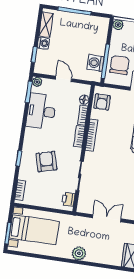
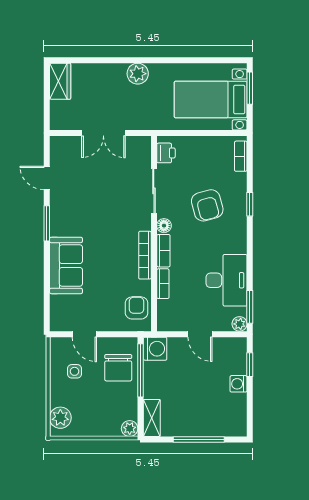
shelving: (46, 25) -> (152, 418), moved
washing machine: (96, 63) -> (155, 349), moved
floor lamp: (84, 100) -> (164, 226), moved

